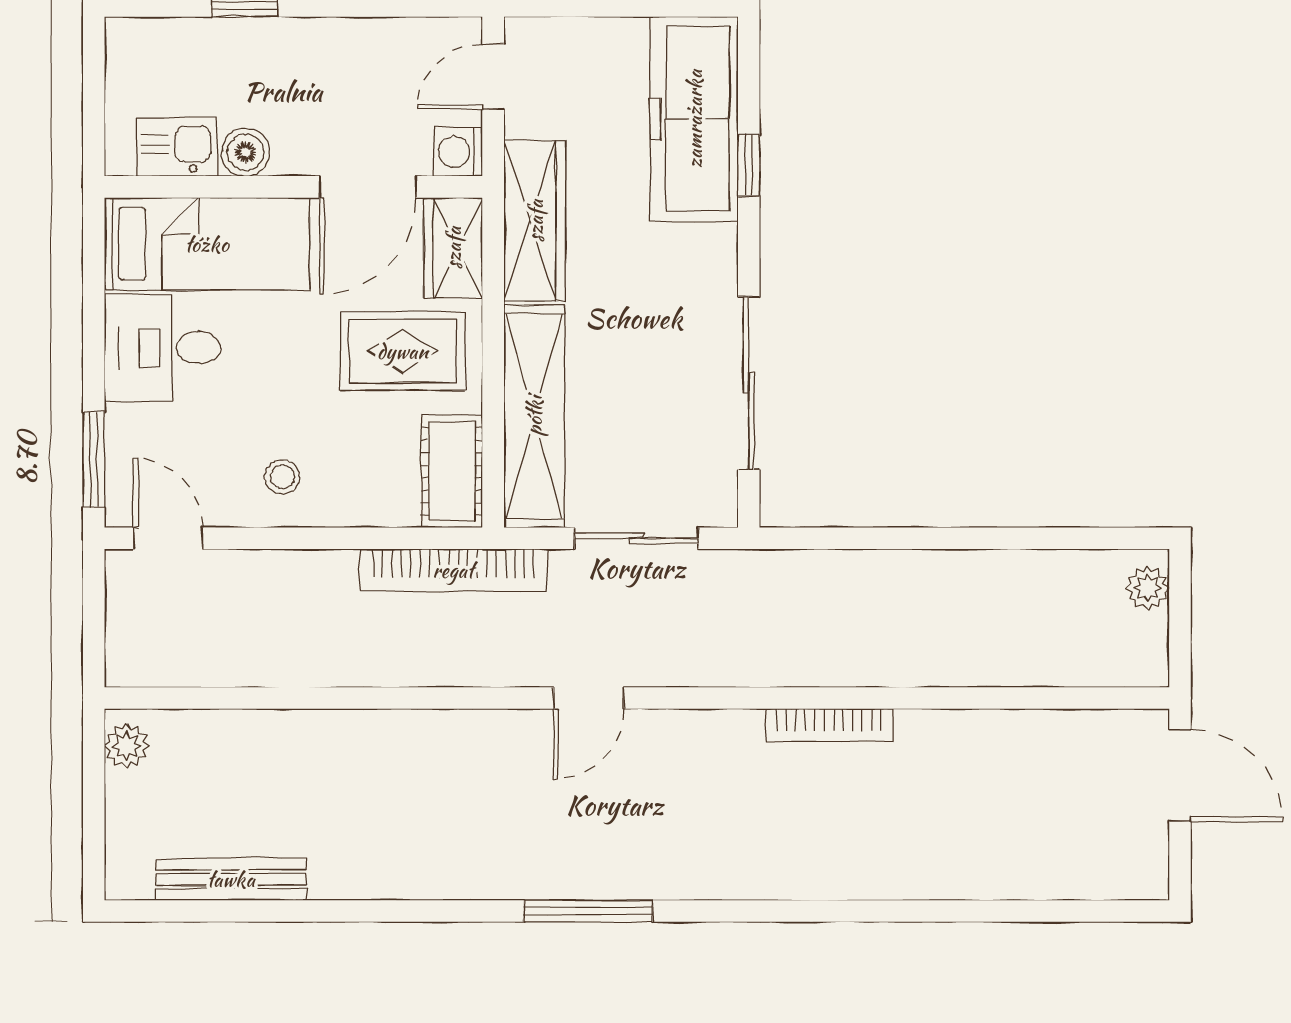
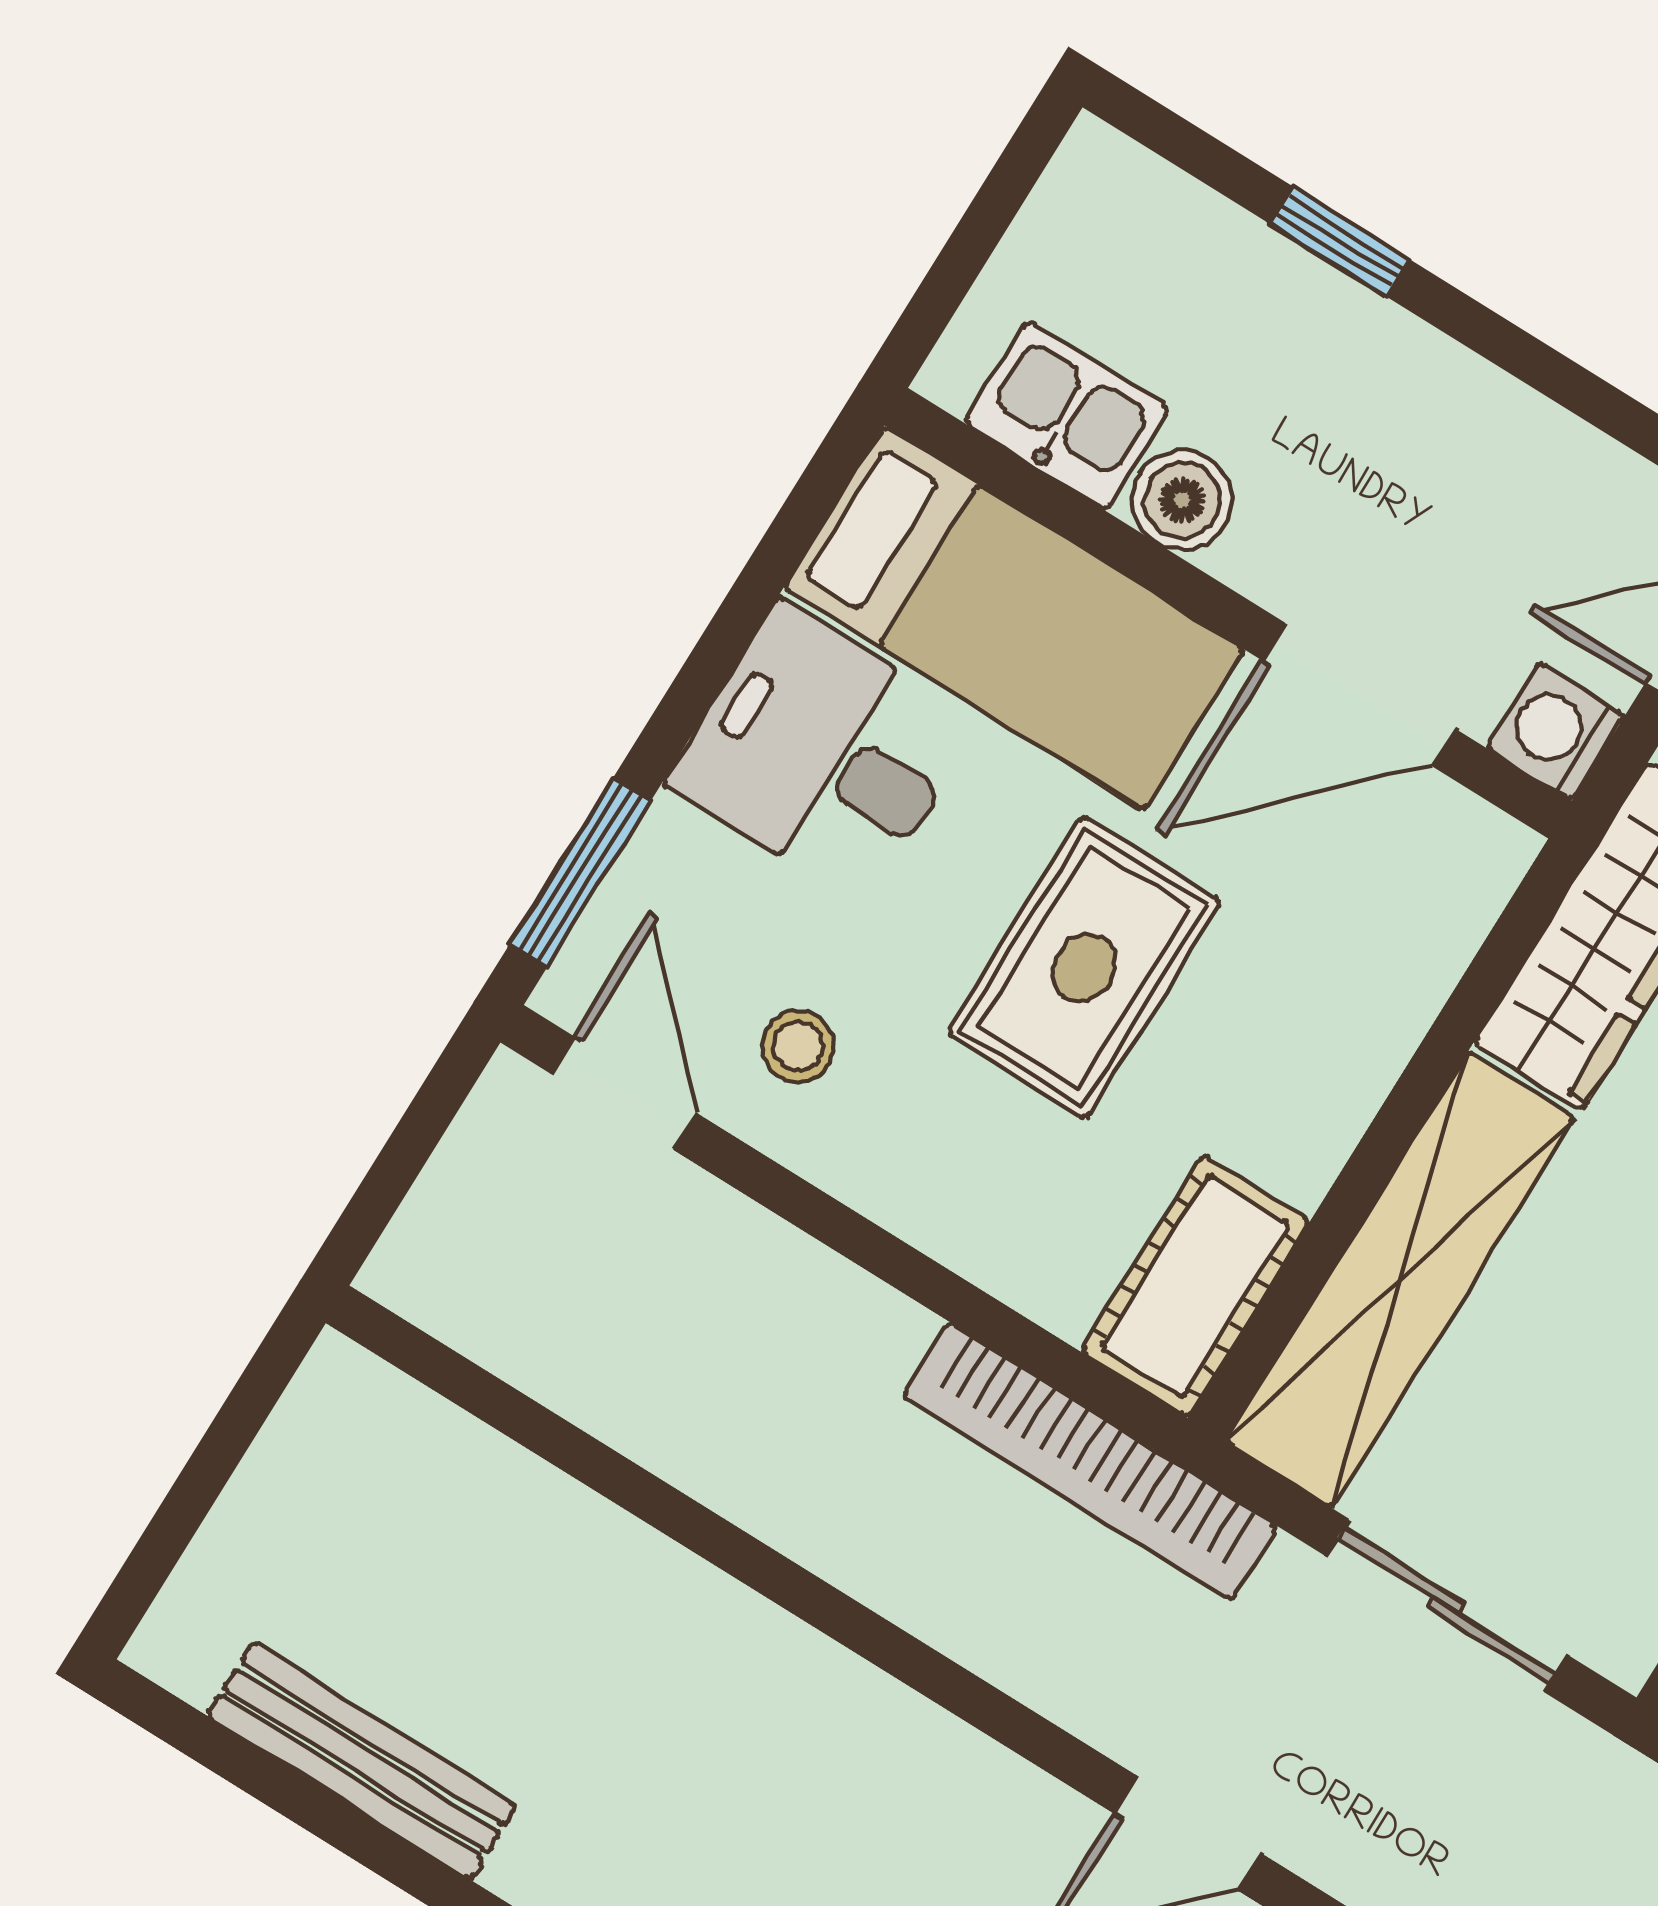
wardrobe: (453, 248) -> (1442, 895), removed
rug: (403, 351) -> (1084, 968), moved, turned 90
stool: (282, 477) -> (798, 1046), moved
plant: (127, 746) -> (324, 1413), removed

